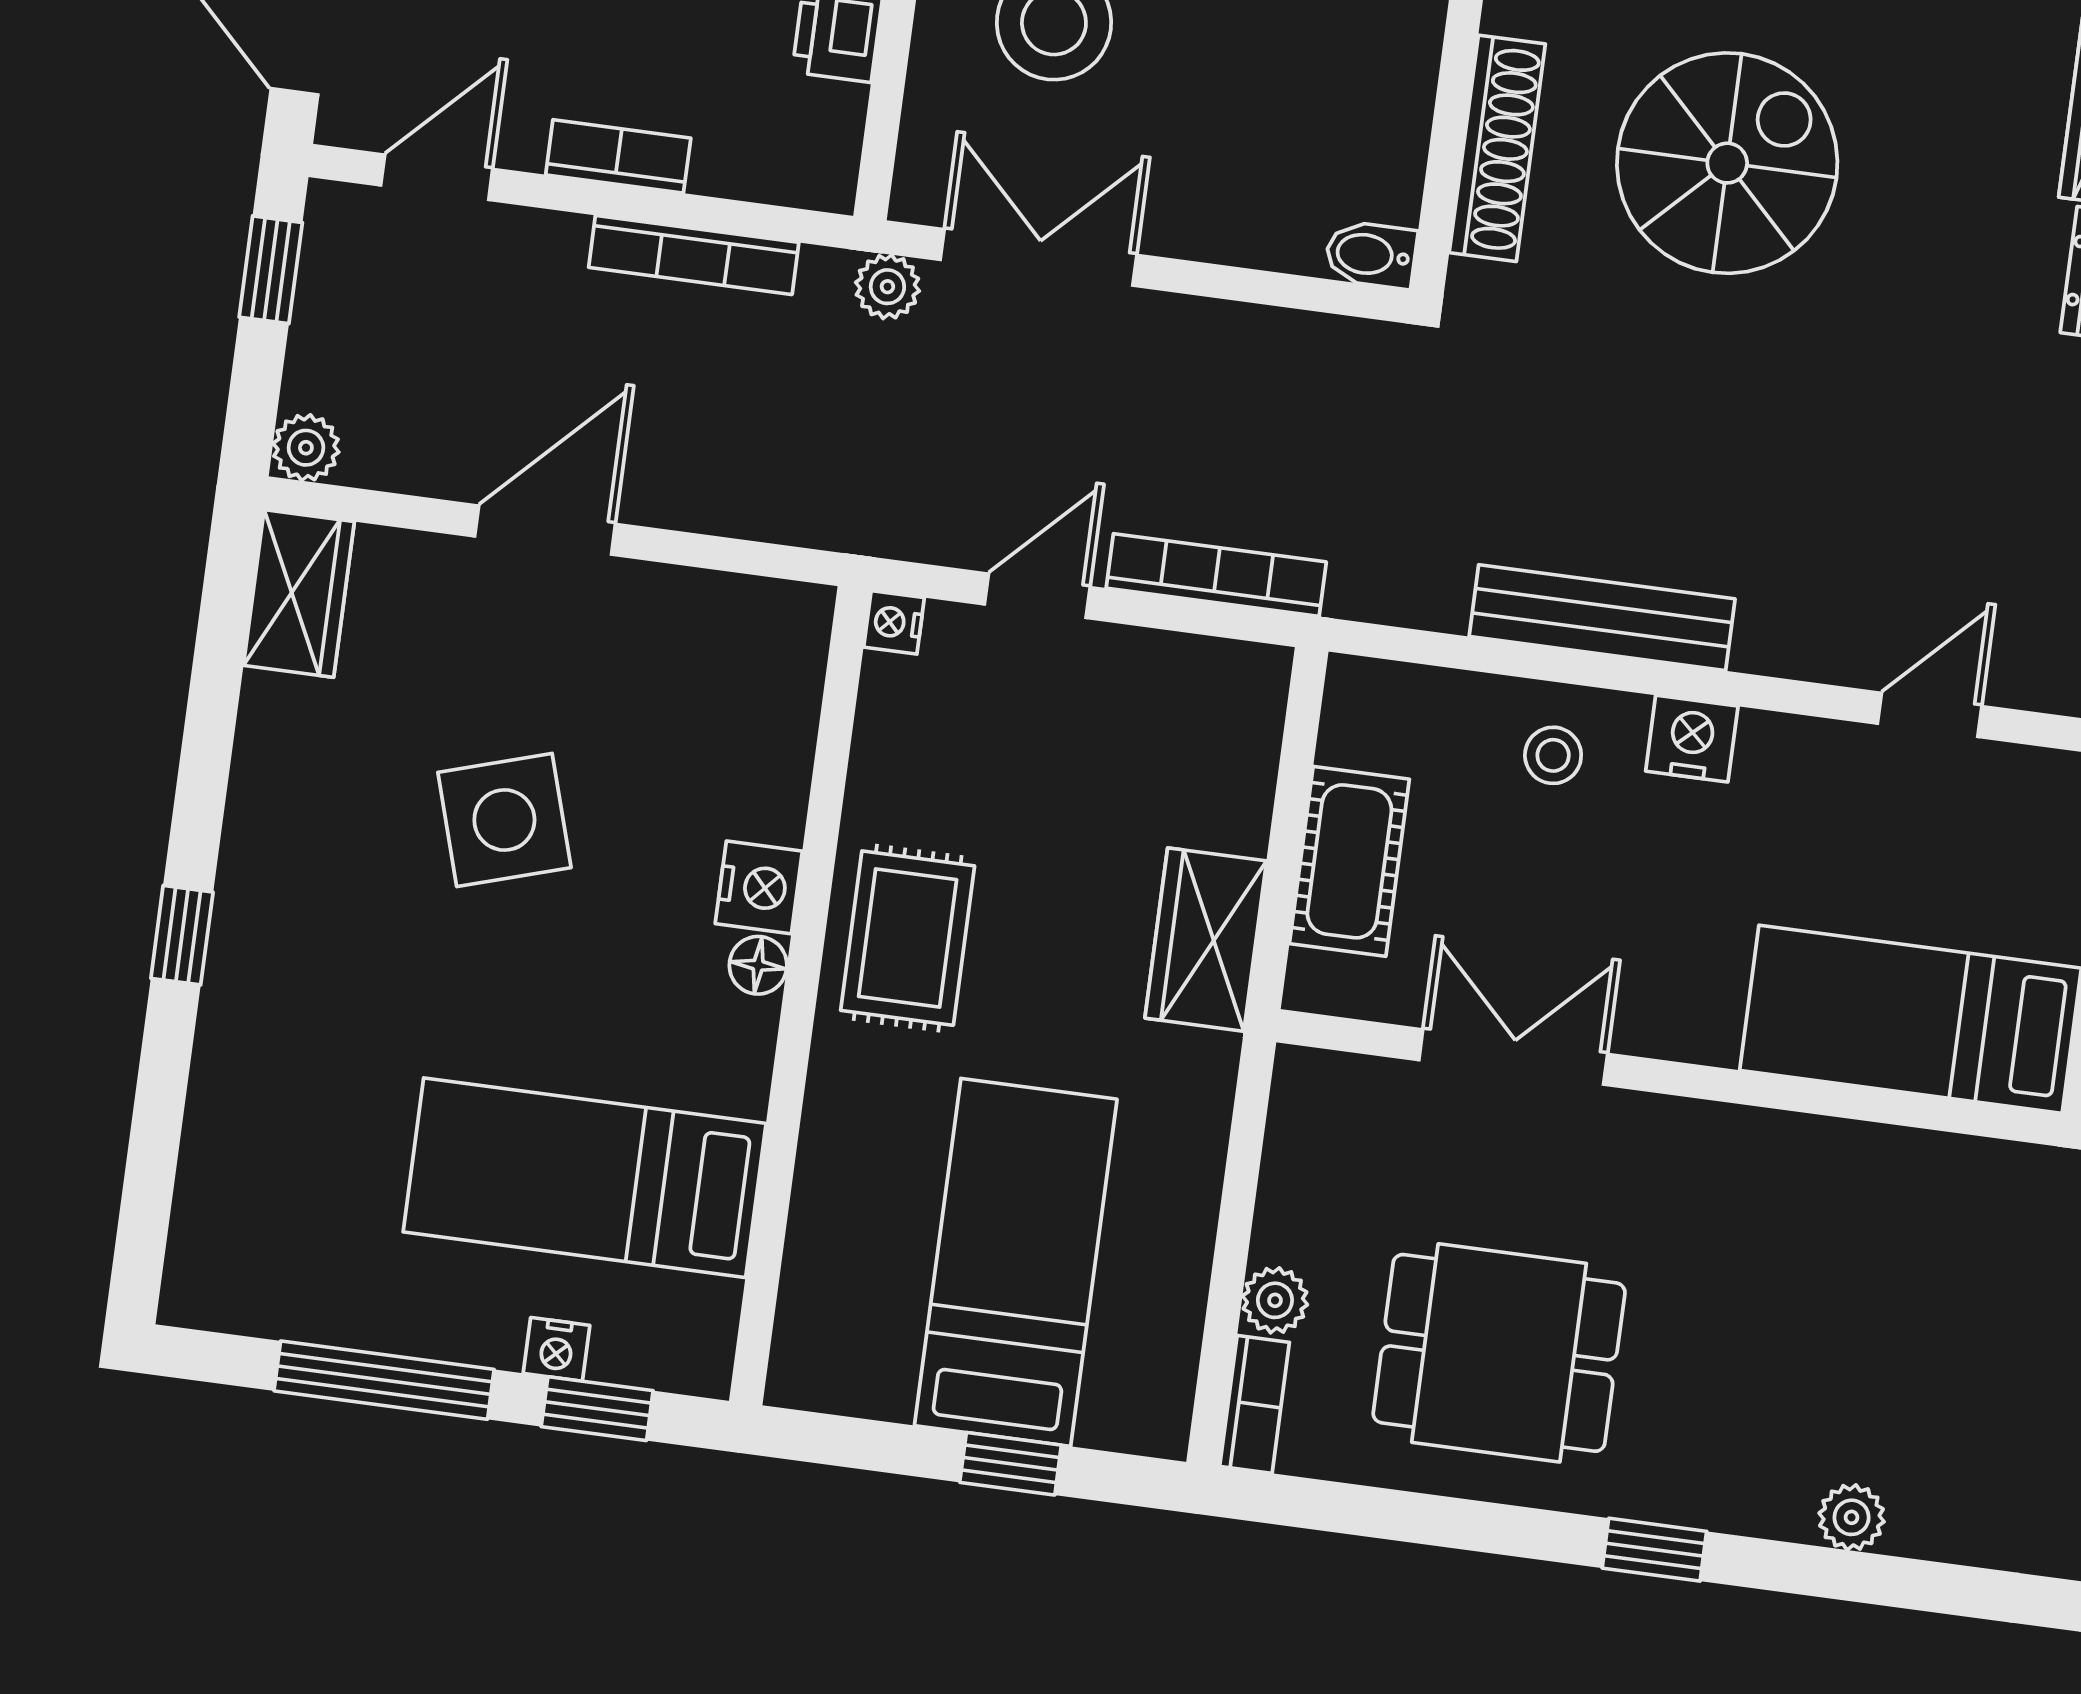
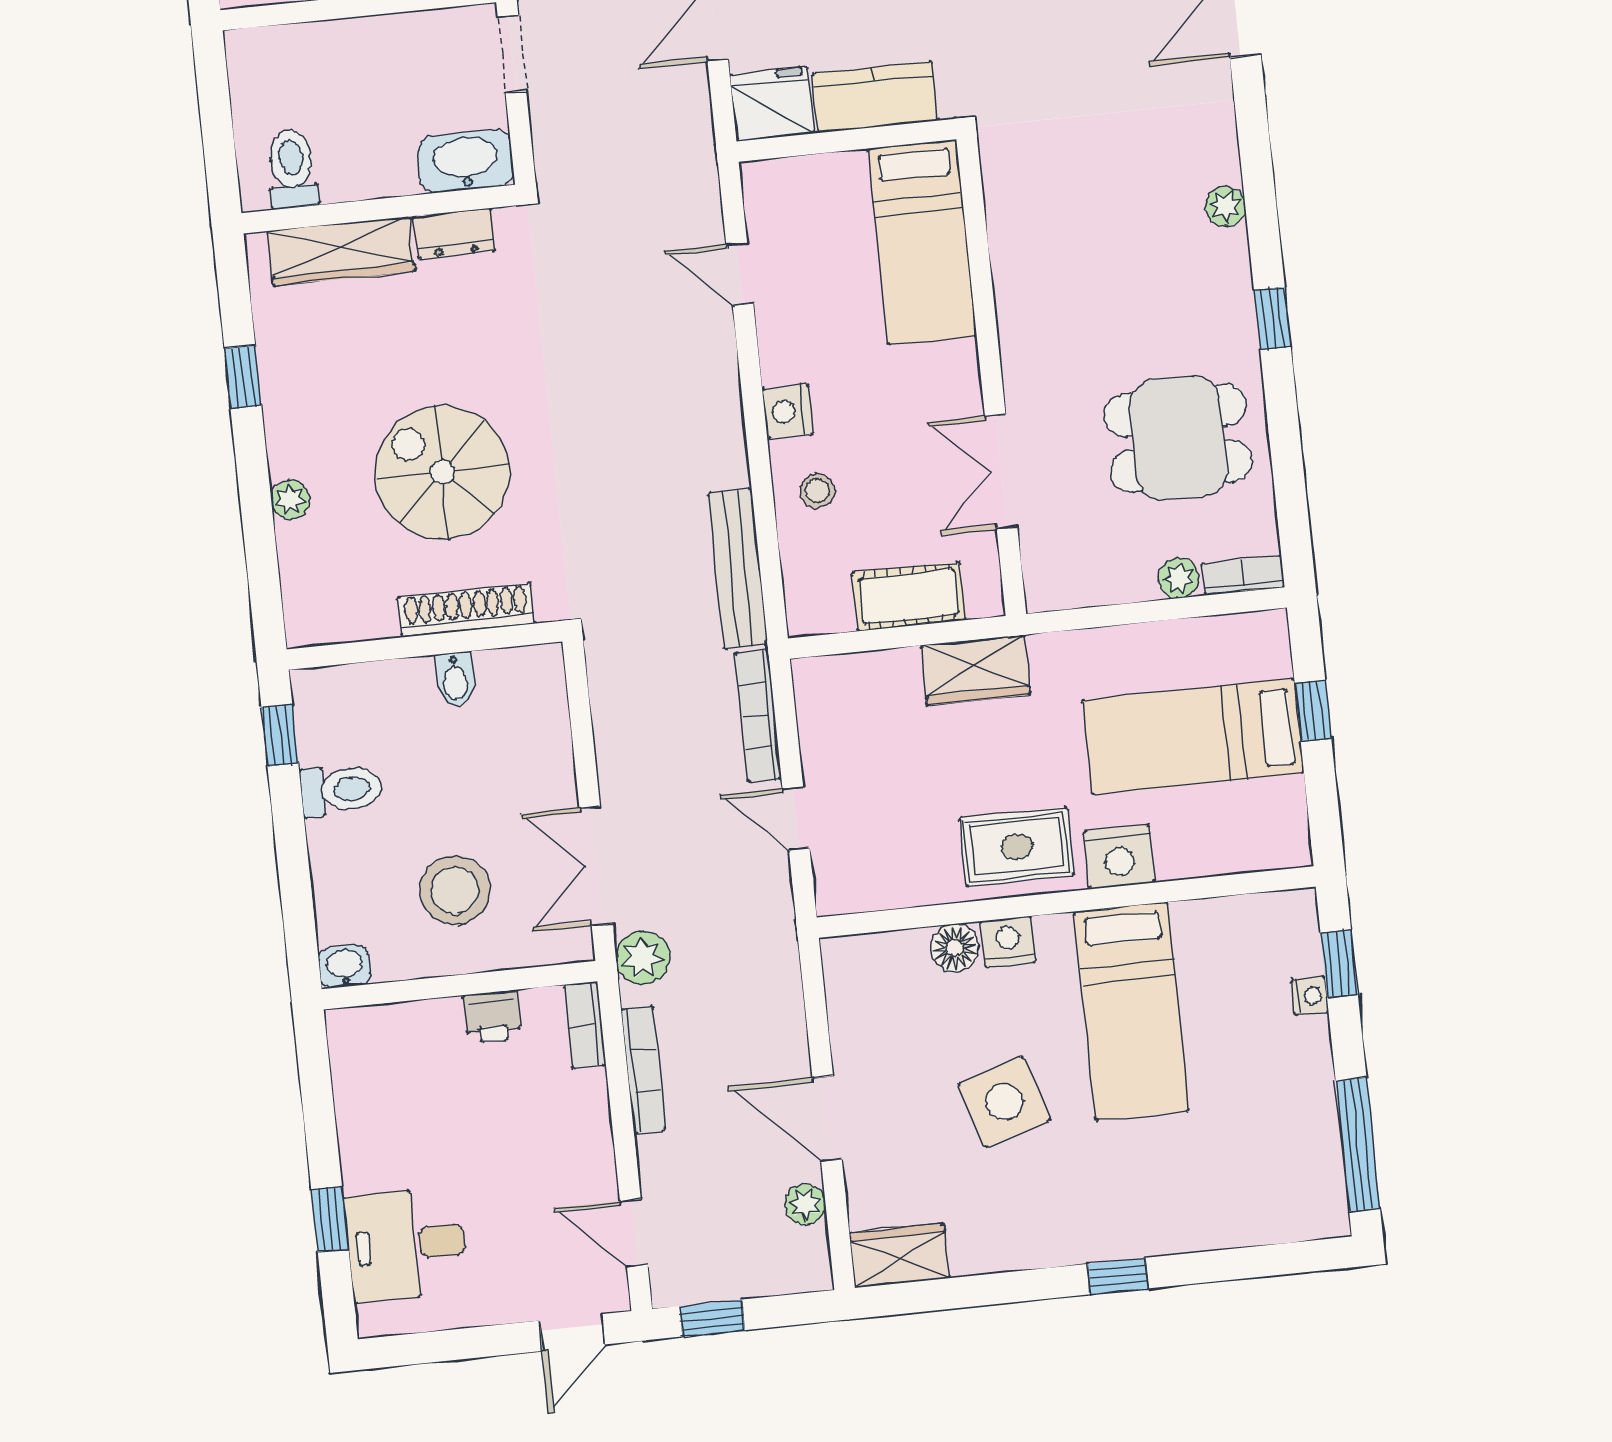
bookcase: (618, 156) -> (585, 1025), moved
bidet: (1371, 255) -> (455, 679), moved
plant: (887, 287) -> (643, 958), width x1.38, depth x1.38
plant: (306, 448) -> (805, 1204), moved
bench: (1602, 618) -> (738, 569), moved
nightstand: (894, 622) -> (1119, 857), moved, width x1.89, depth x1.79
floor lamp: (758, 965) -> (955, 948), moved, width x1.37, depth x1.37
bed: (585, 1178) -> (1132, 1011), moved
dining table: (1499, 1353) -> (1178, 438), turned 90
window: (384, 1380) -> (1358, 1145), moved

